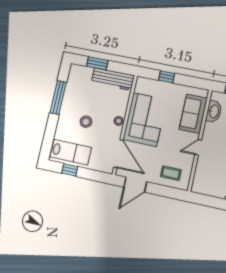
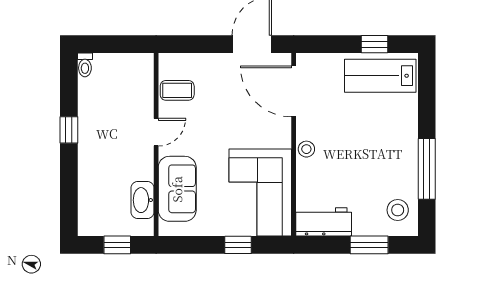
workbench: (113, 79) -> (324, 222), width x0.73
corner sofa: (145, 120) -> (260, 193), moved
stool: (86, 122) -> (398, 210), moved
coffee table: (171, 173) -> (177, 90), moved

